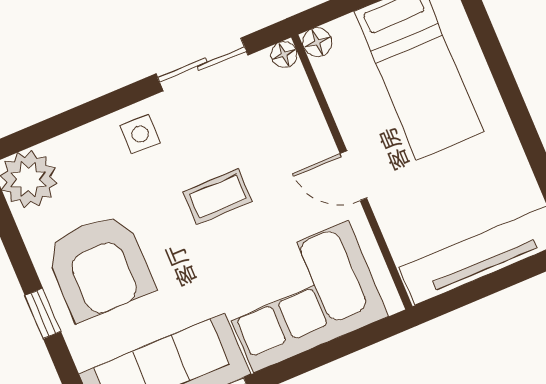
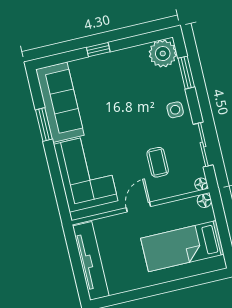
window: (60, 124) -> (186, 73), added
coffee table: (218, 197) -> (158, 162), moved
armchair: (99, 266) -> (116, 80), removed

